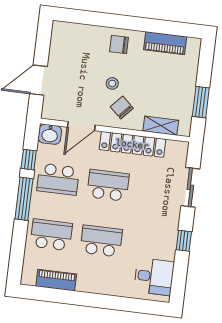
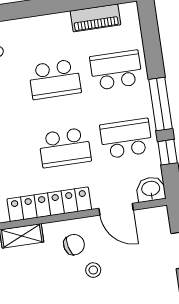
chair: (122, 107) -> (74, 245), turned -56
door: (81, 126) -> (116, 209), swing flipped
school desk: (51, 235) -> (116, 70), turned 180

